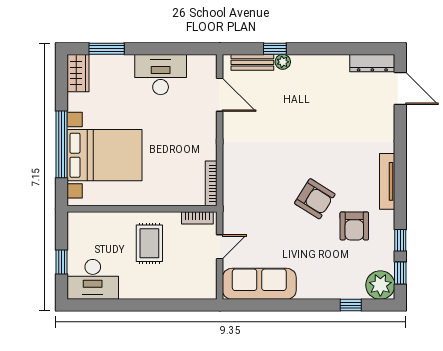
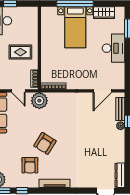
wardrobe: (78, 73) -> (104, 13), moved
desk: (161, 75) -> (114, 48), moved
bed with nightstands: (104, 155) -> (75, 27), width x0.73
plant: (237, 209) -> (39, 101), added
armchair: (354, 226) -> (30, 165), turned -90

